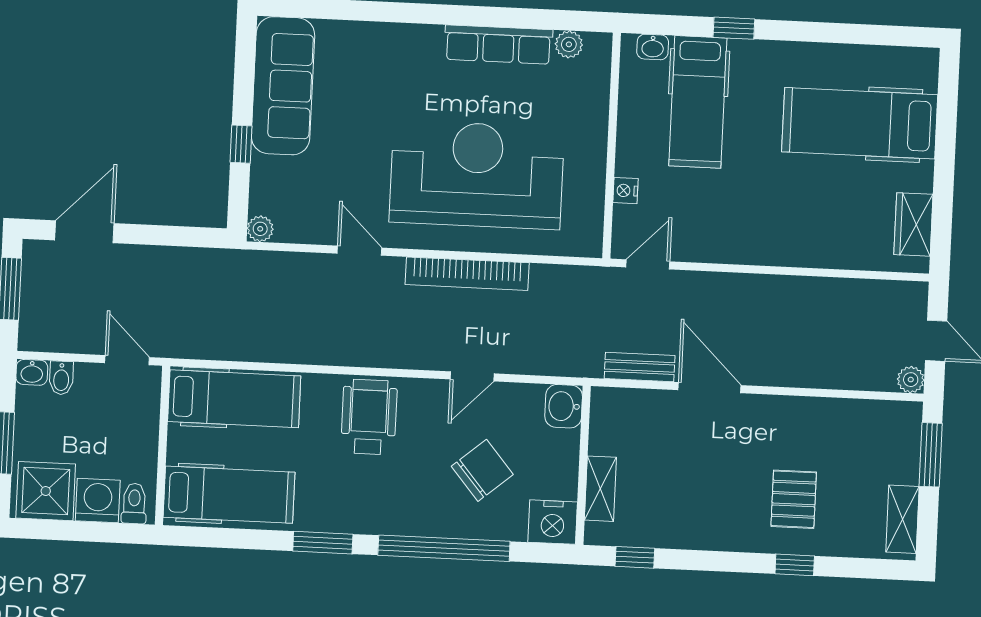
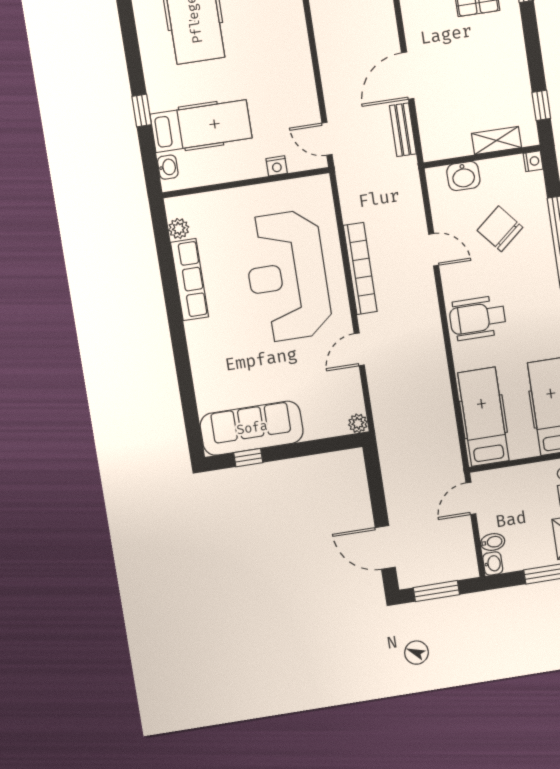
window: (241, 144) -> (248, 458), moved
washbasin: (564, 406) -> (463, 176), moved
nightstand: (553, 522) -> (533, 161), width x0.53, depth x0.56

